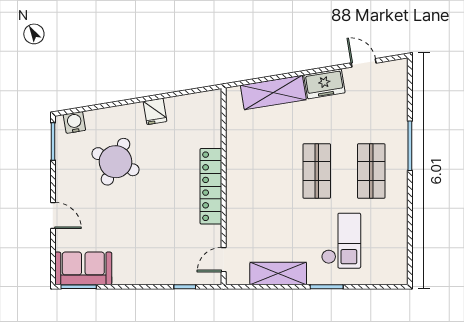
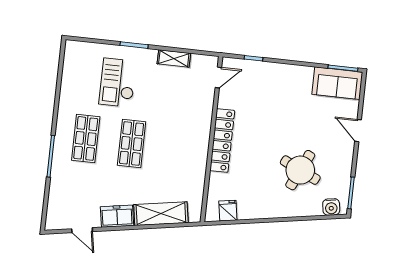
fridge: (155, 111) -> (228, 211), moved
shelving: (278, 273) -> (174, 58), width x0.67, depth x0.75

